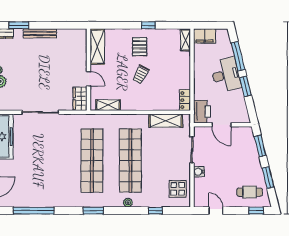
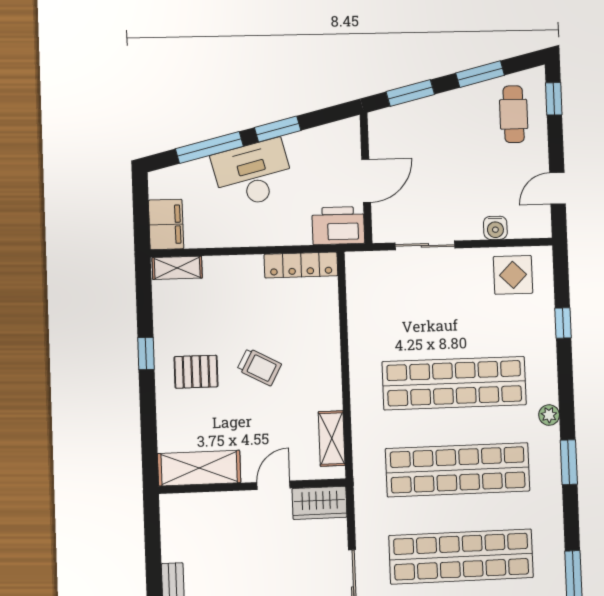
locker: (185, 100) -> (301, 265), width x1.53
shelving: (166, 121) -> (362, 307), removed
shop shelf: (54, 161) -> (461, 557), added
water cooler: (199, 172) -> (495, 228), moved
plant: (128, 203) -> (549, 415), moved

